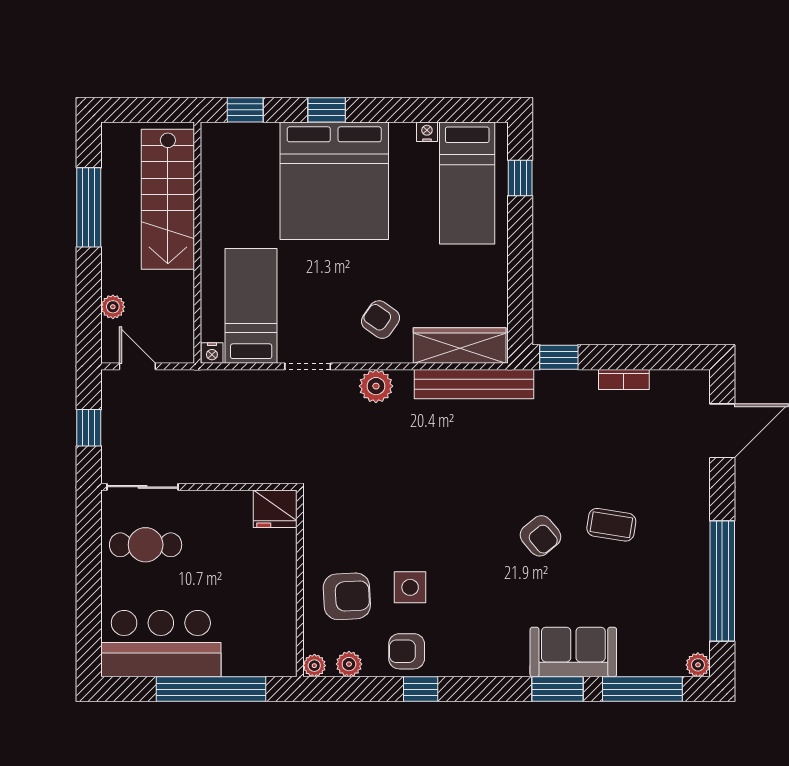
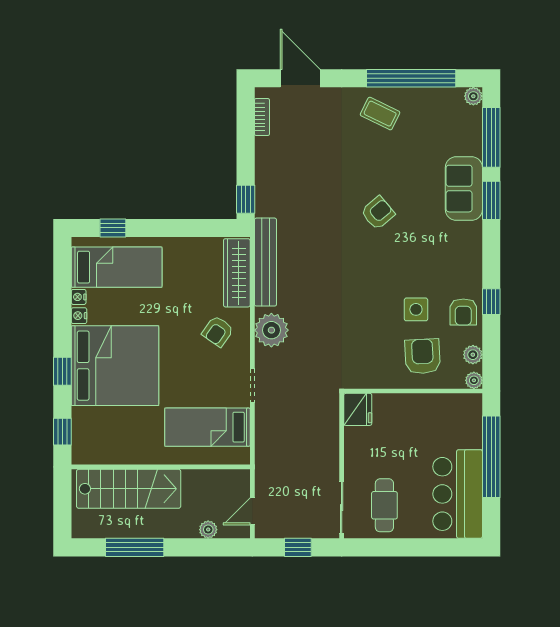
nightstand: (212, 353) -> (79, 316), moved, turned 180
bookcase: (624, 379) -> (262, 117), moved
plant: (376, 386) -> (271, 330), width x1.36, depth x1.36
coffee table: (611, 525) -> (380, 114), moved, turned -73

